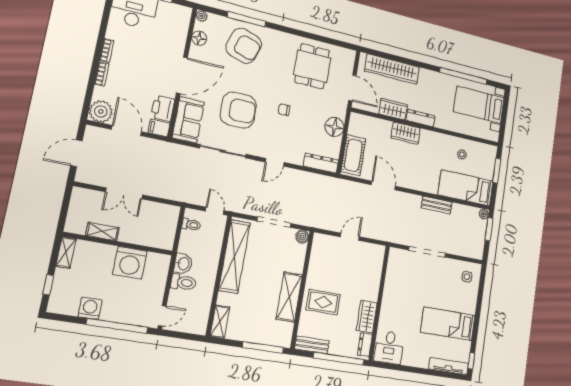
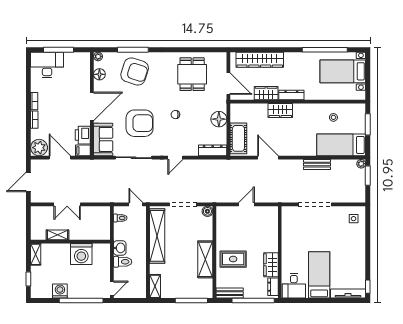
bed: (448, 324) -> (319, 275), moved, turned 90

